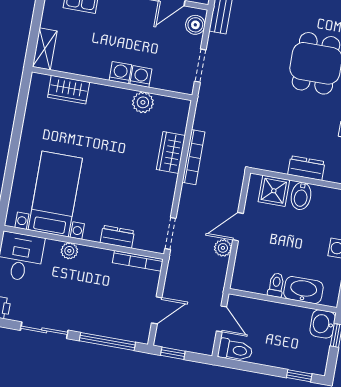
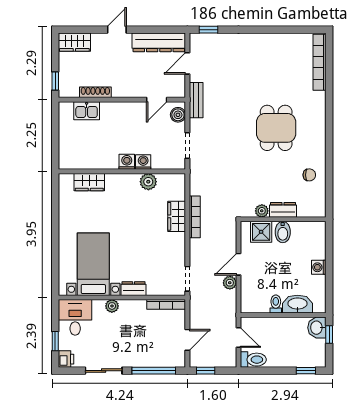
shelving: (45, 49) -> (65, 154), removed
plant: (279, 165) -> (262, 211), added
dresser: (117, 237) -> (134, 289), moved

